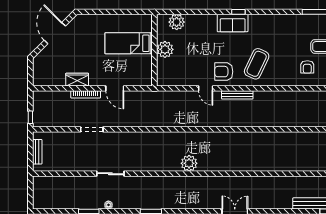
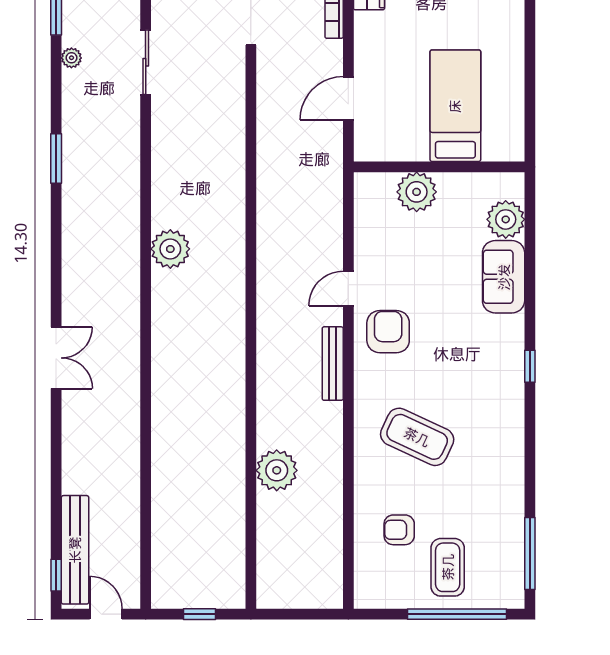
sofa: (233, 23) -> (504, 277), moved
plant: (165, 49) -> (417, 192), moved
coffee table: (257, 64) -> (417, 437), moved
door: (115, 88) -> (348, 98), moved
plant: (282, 118) -> (277, 470), added

